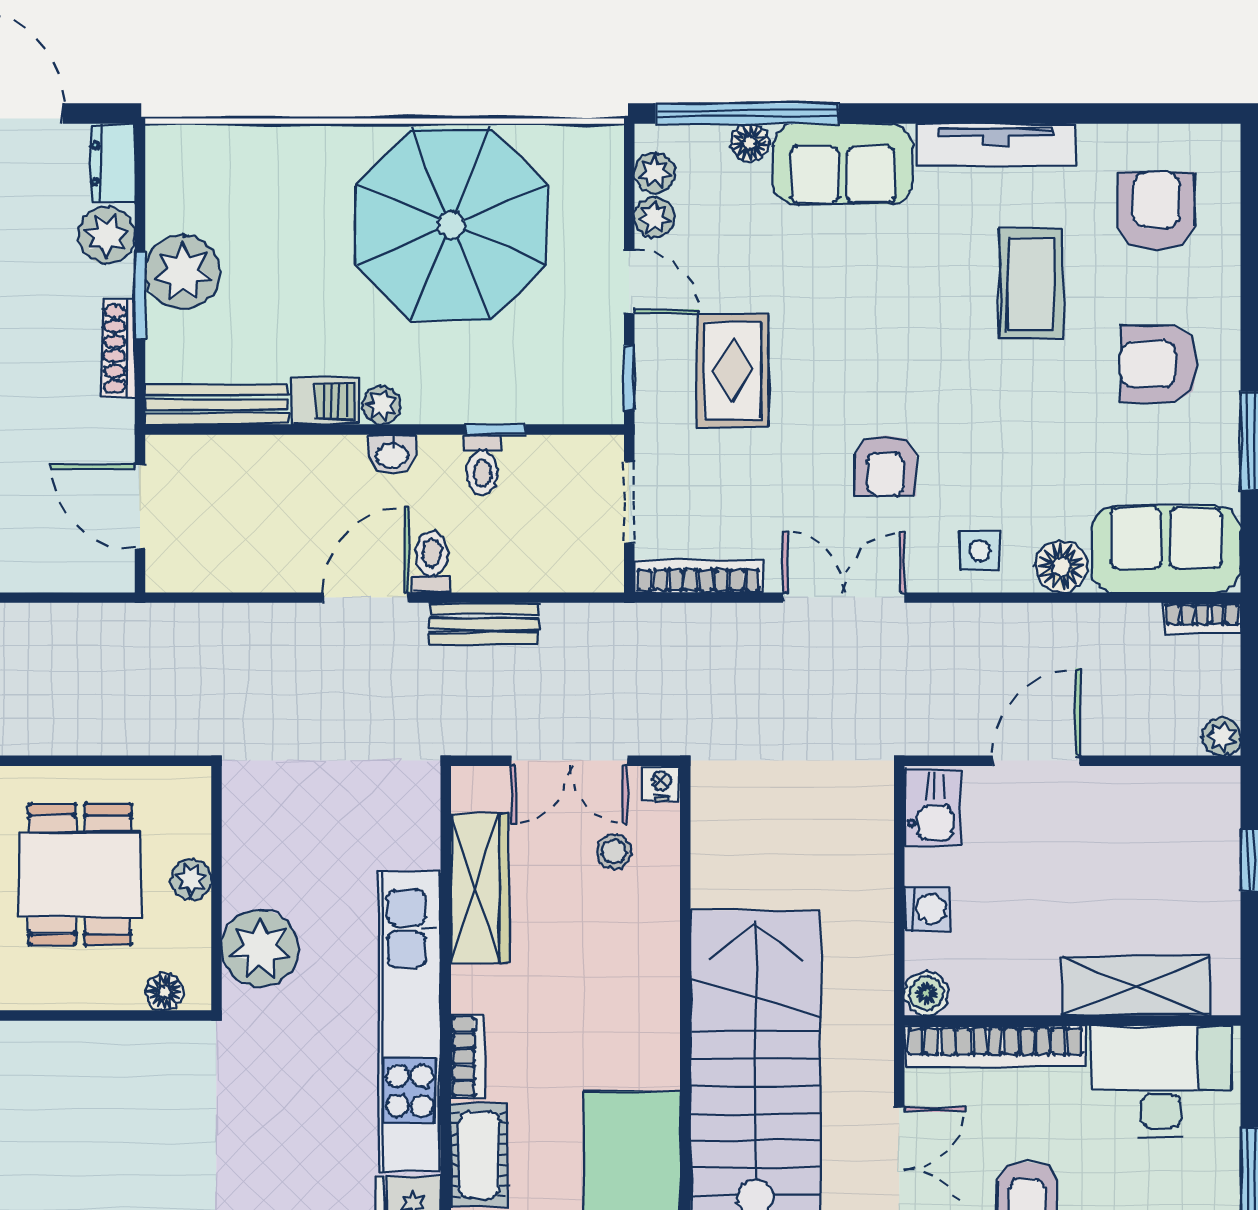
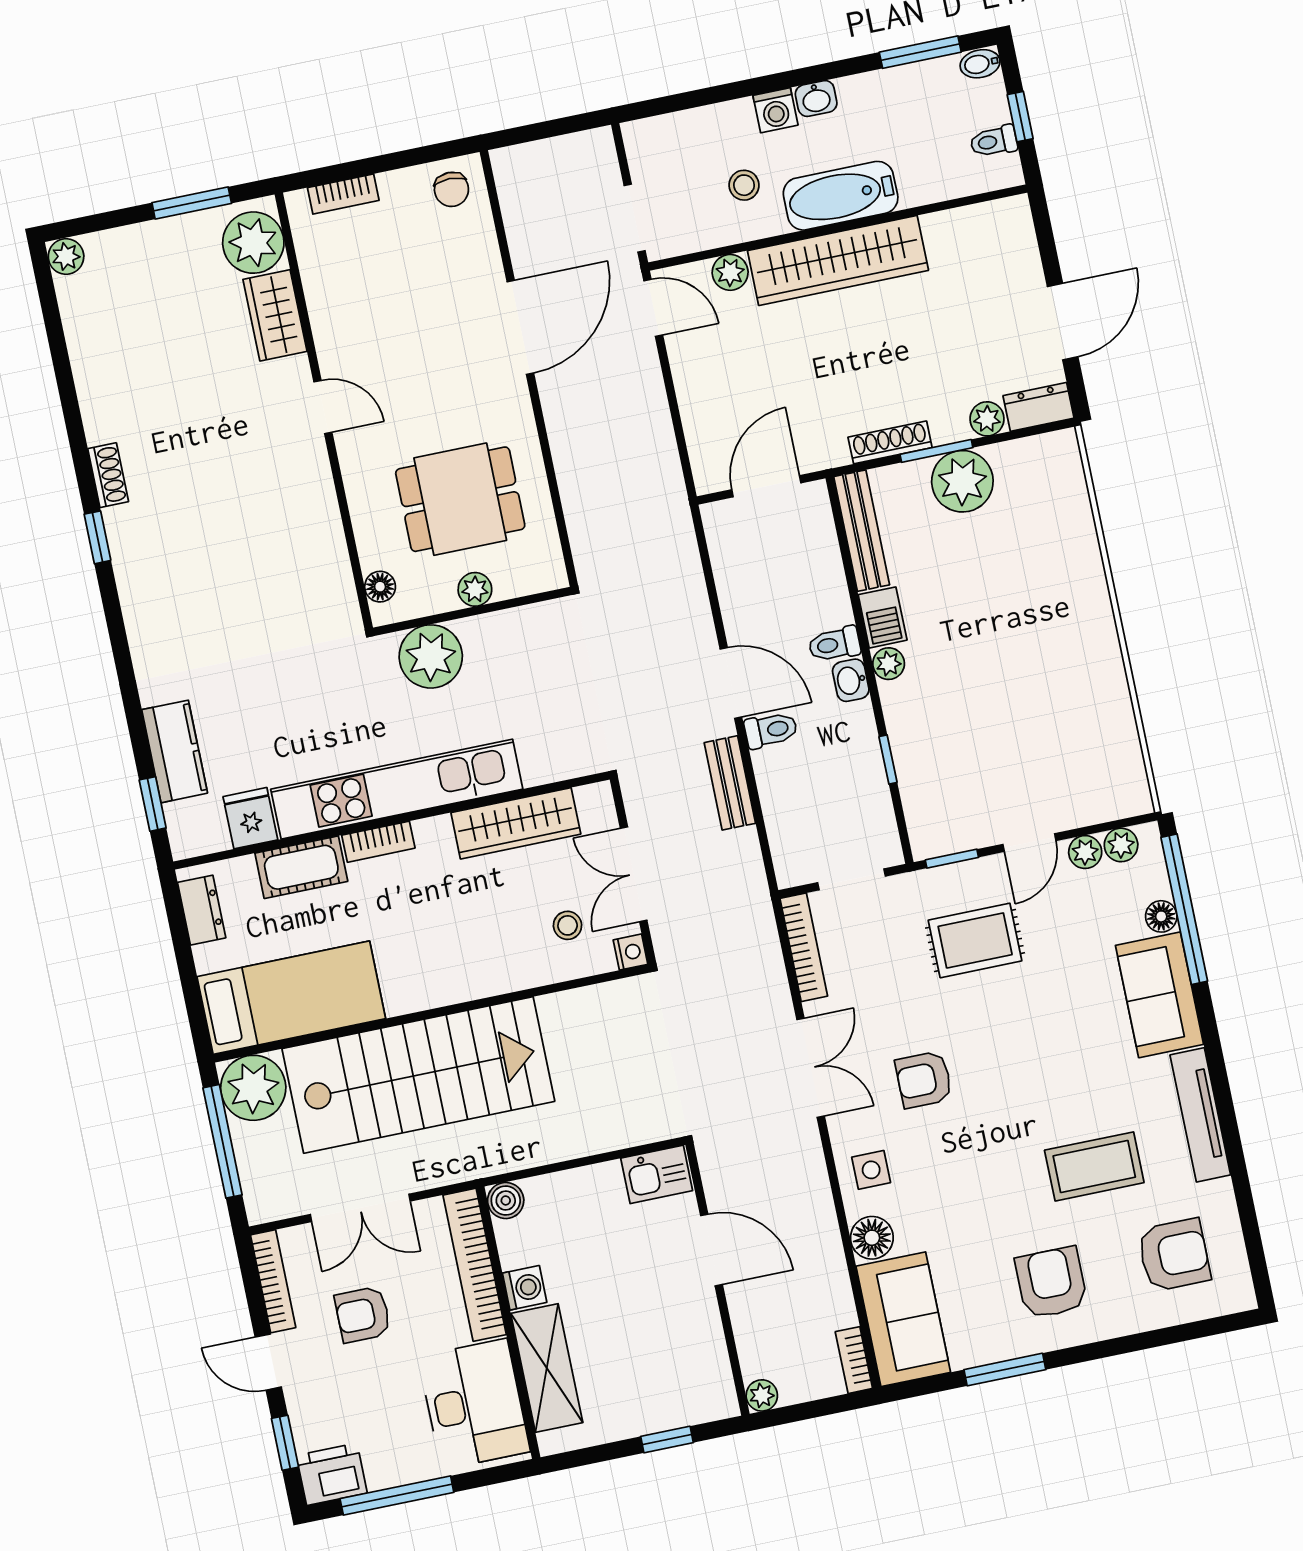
parasol: (451, 225) -> (1045, 690), removed
plant: (107, 235) -> (987, 419), width x0.73, depth x0.73
toilet: (482, 465) -> (834, 644), moved
washing machine: (927, 909) -> (525, 1288), moved, turned -90

